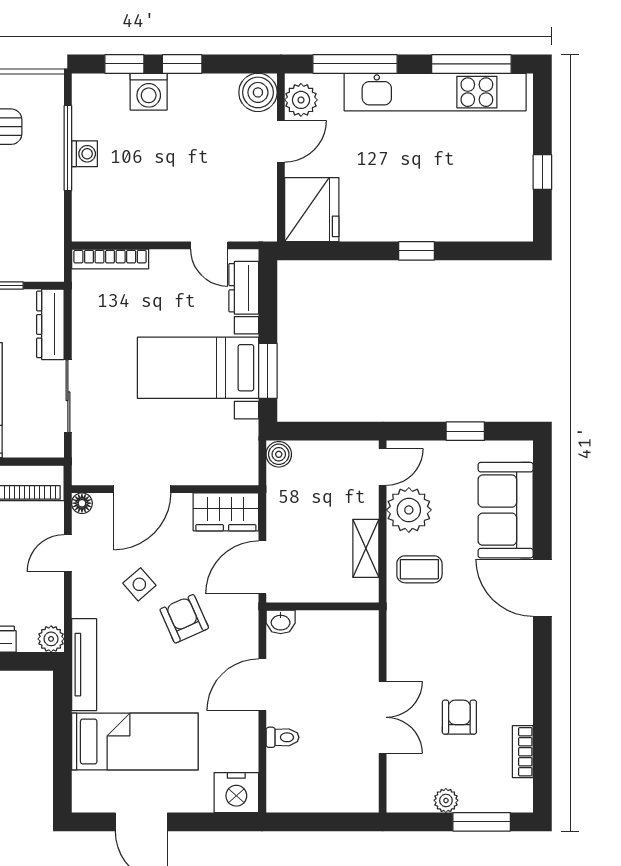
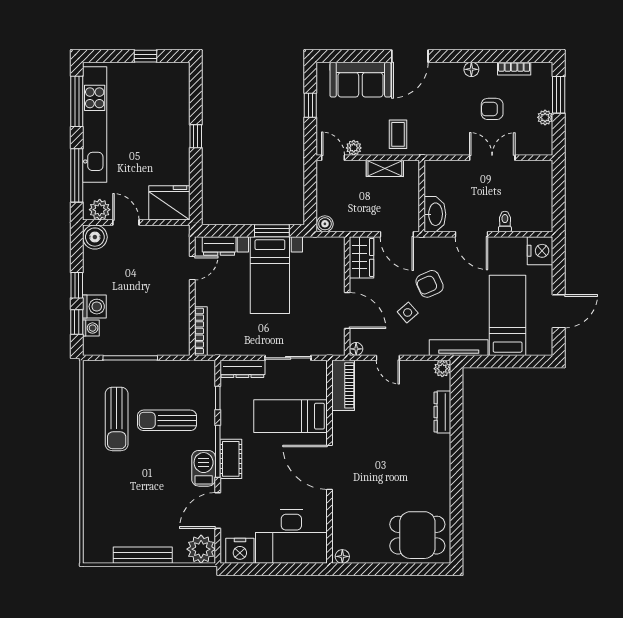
washing machine: (85, 154) -> (91, 328), moved, turned 90
plant: (409, 510) -> (354, 148), width x0.53, depth x0.53
washbasin: (281, 622) -> (435, 214), width x1.91, depth x1.45
floor lamp: (522, 685) -> (471, 69), added

